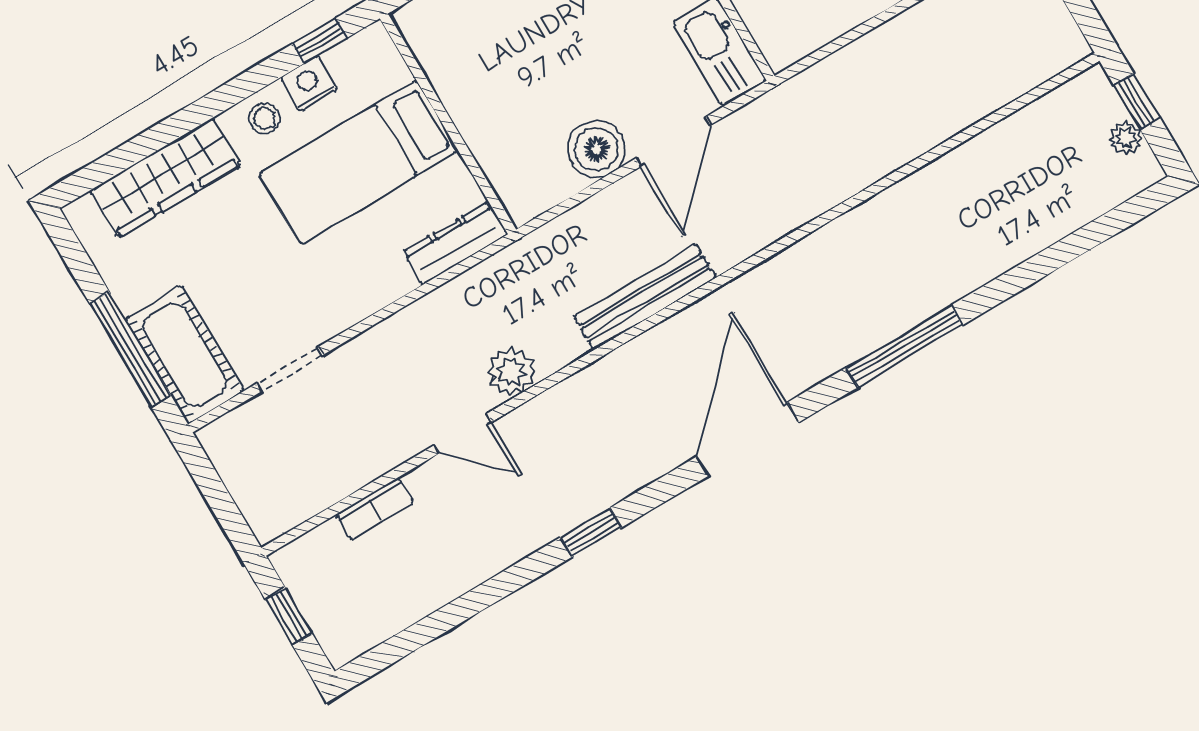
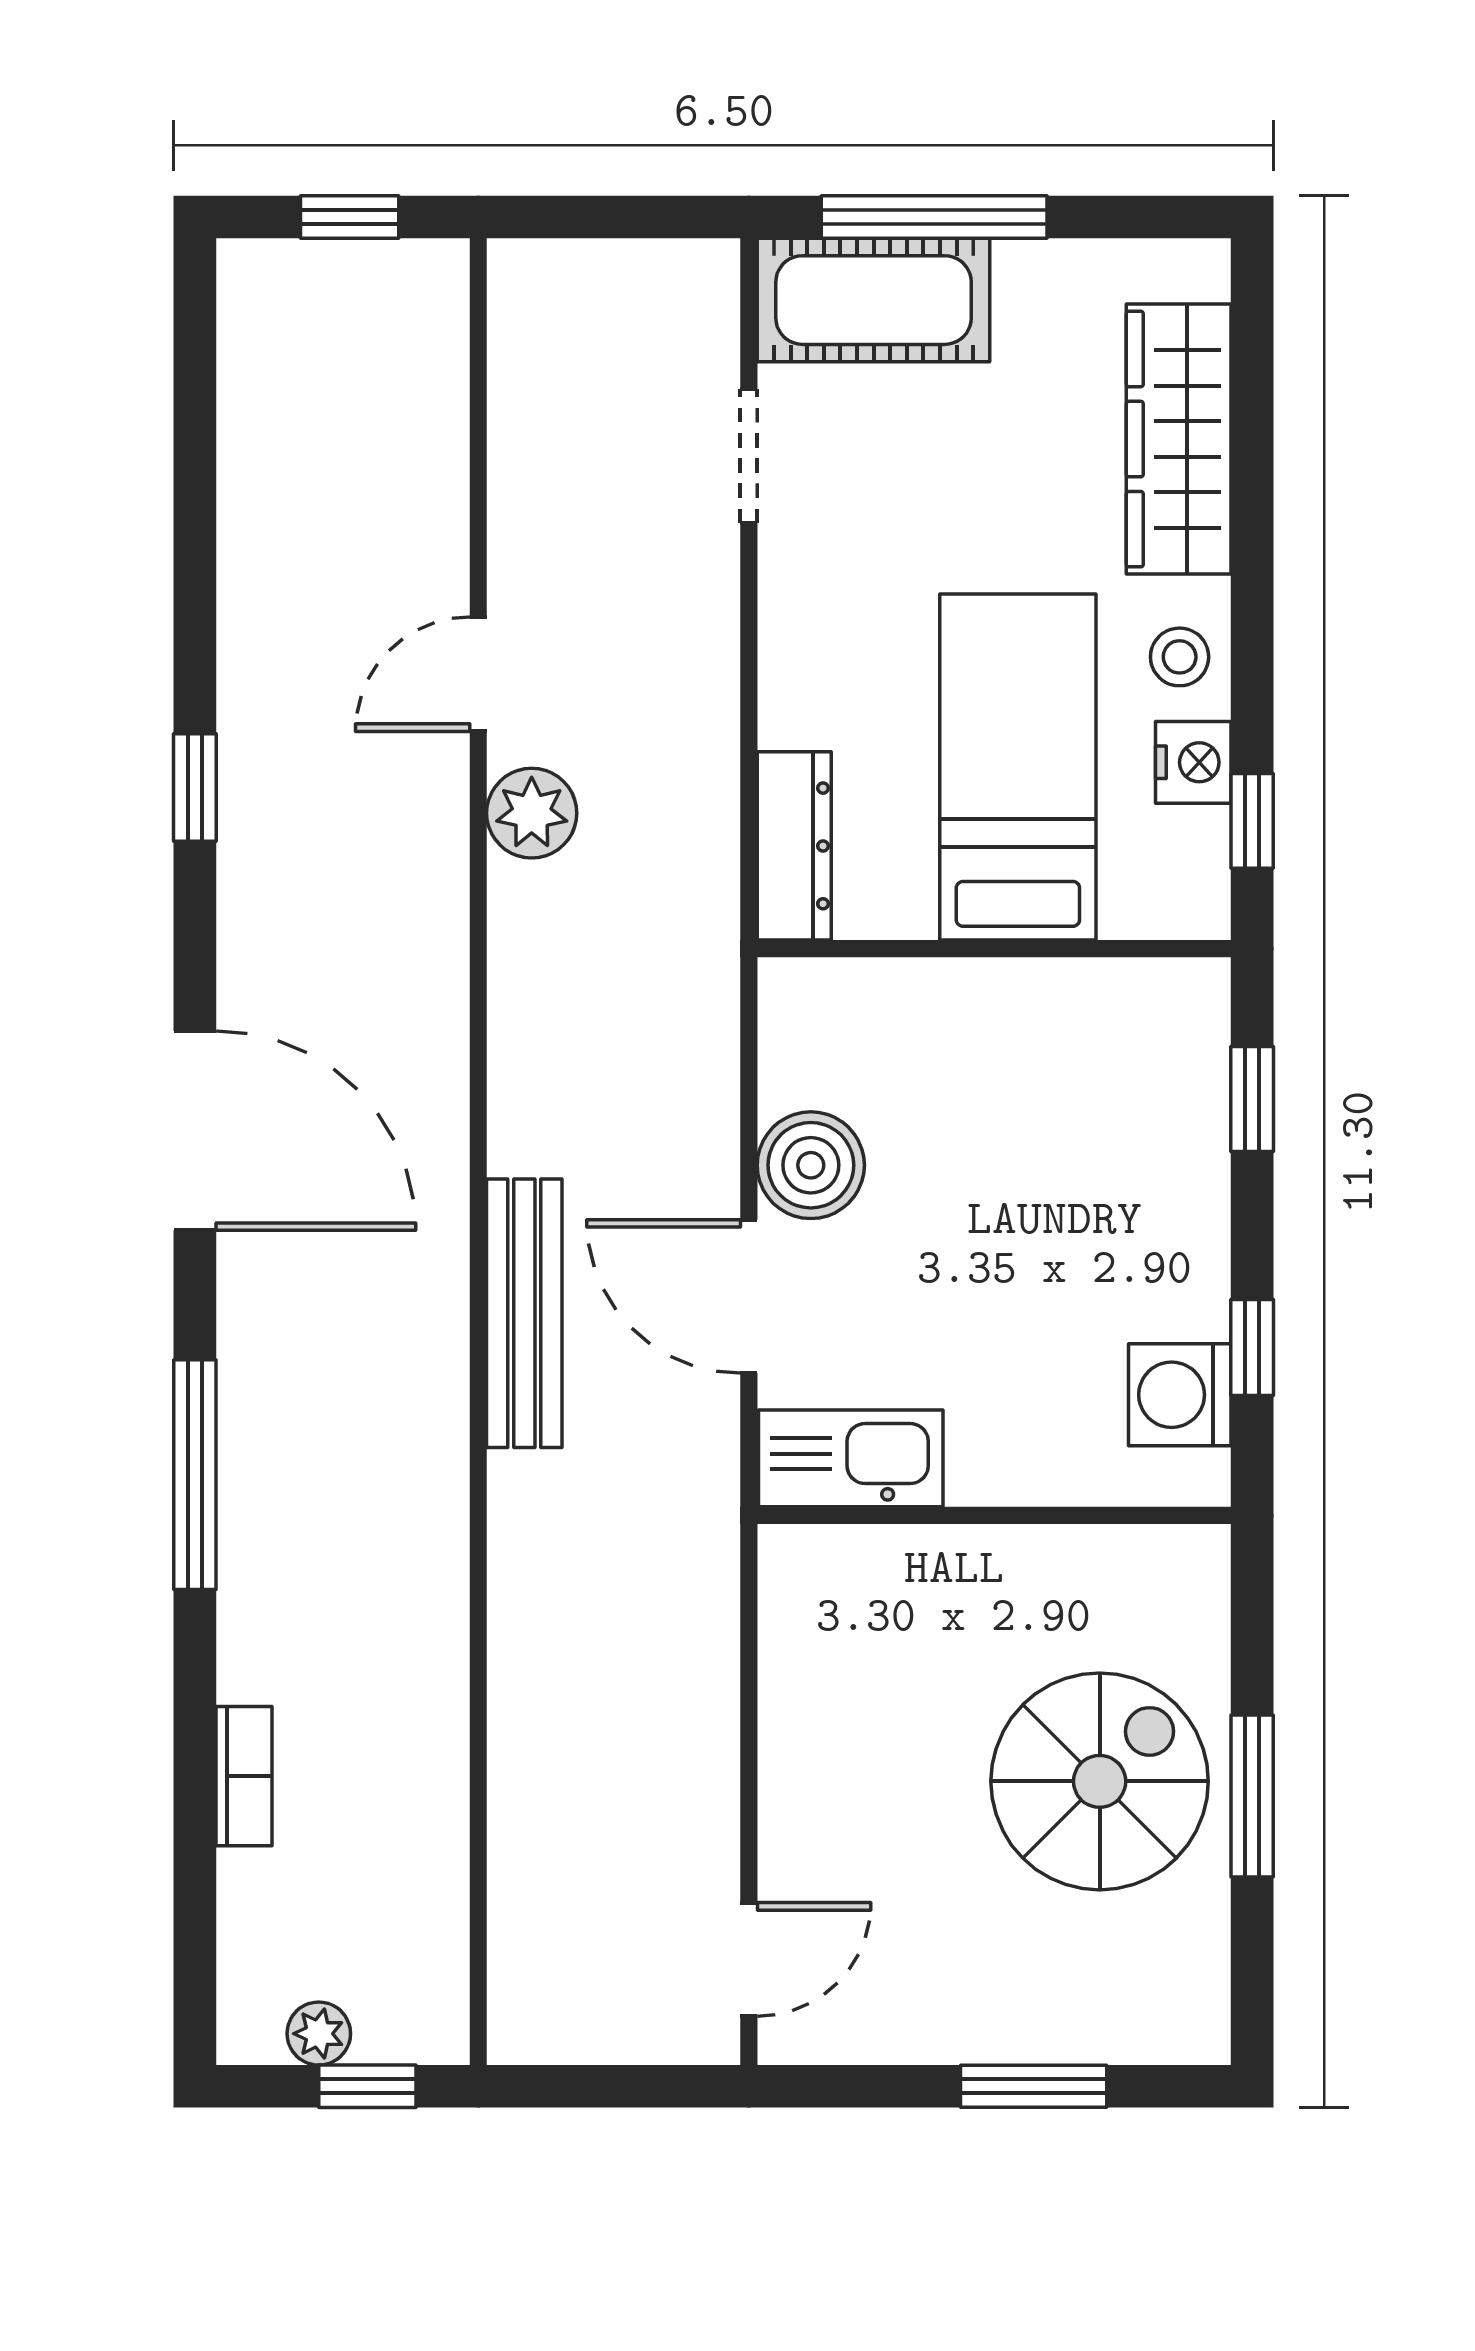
bench: (645, 297) -> (524, 1313), moved
bookcase: (375, 508) -> (244, 1776), moved, turned 180

